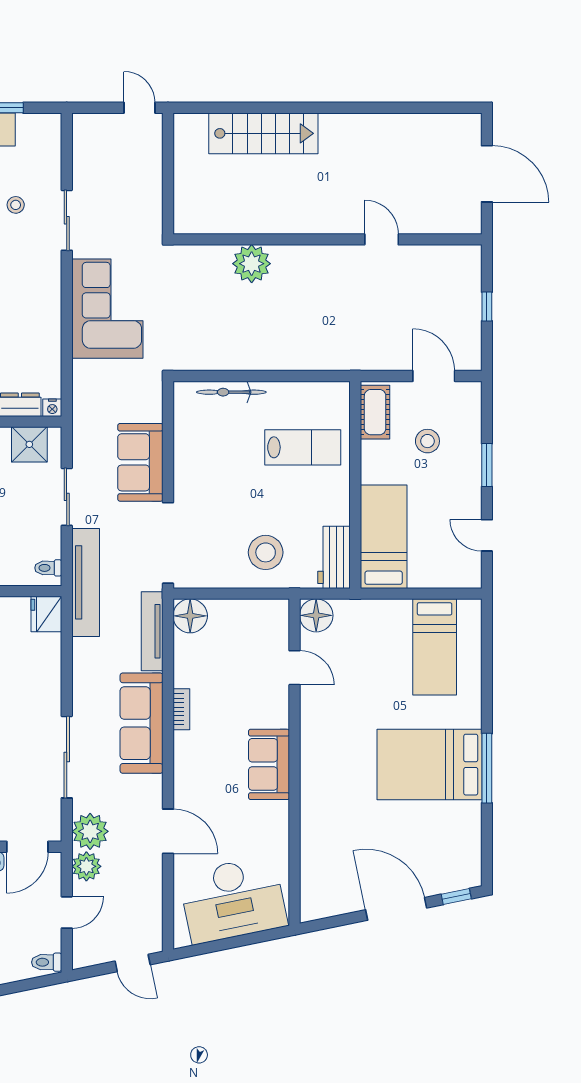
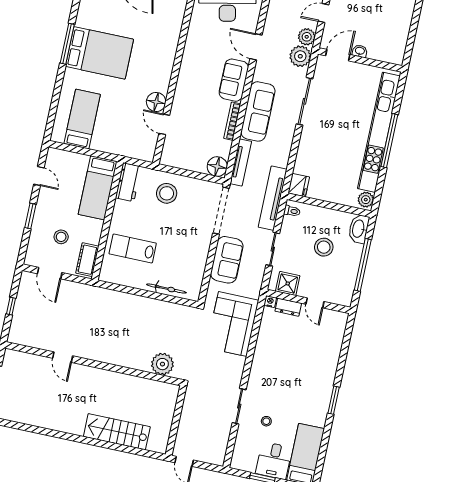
plant: (252, 264) -> (162, 364), moved
corner sofa: (107, 309) -> (233, 324), moved
floor lamp: (316, 615) -> (156, 102), moved
bookcase: (181, 709) -> (232, 121), width x1.56
sofa: (269, 764) -> (234, 80), moved, turned 180

